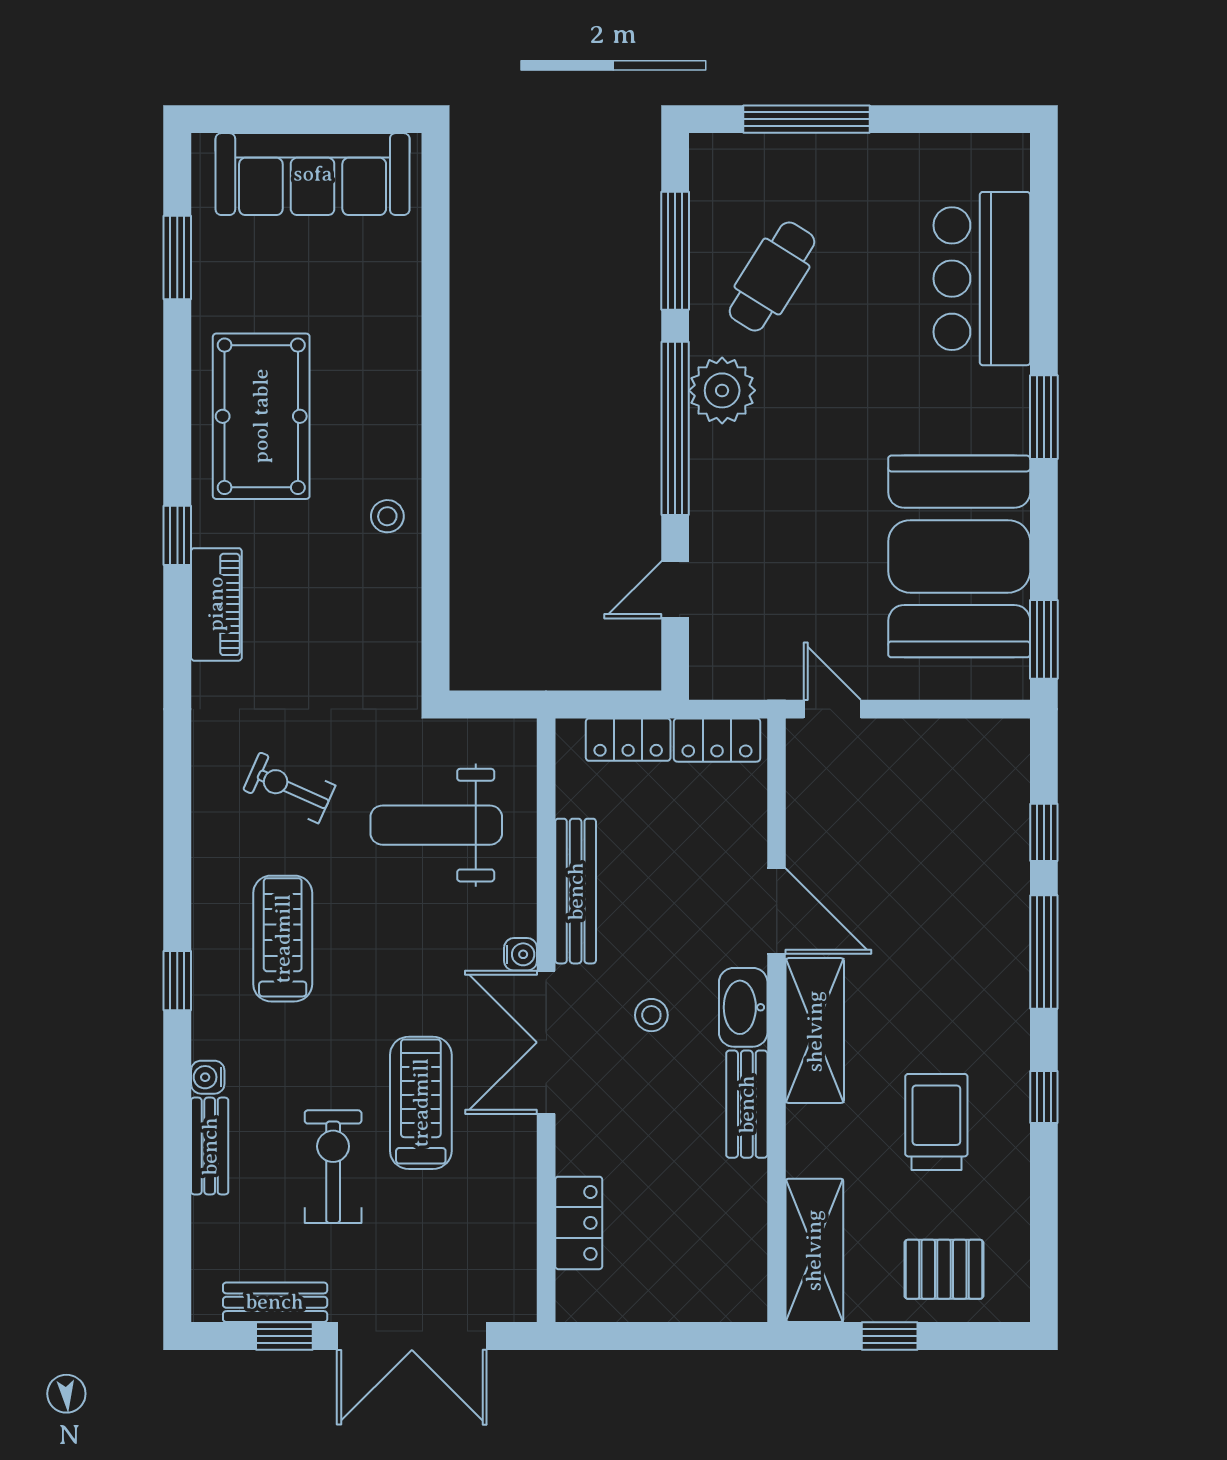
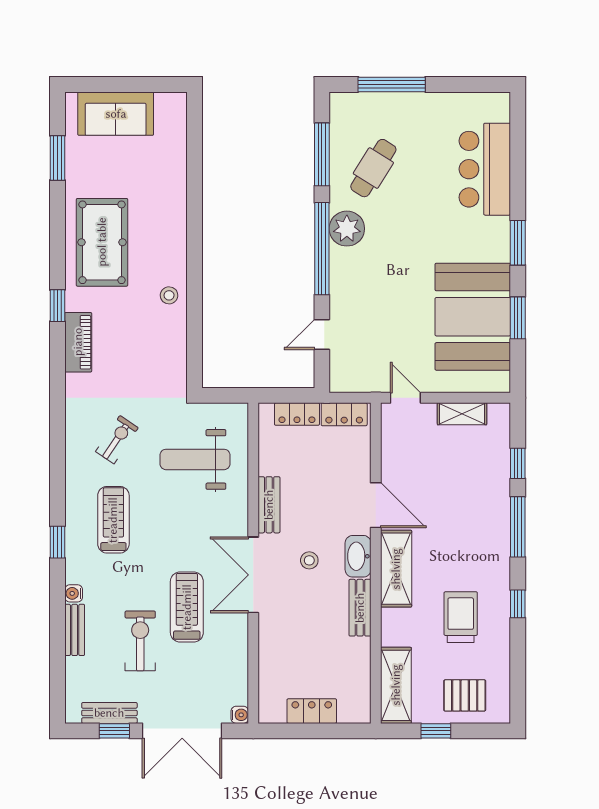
sofa: (313, 174) -> (116, 114), width x0.73
window: (1044, 639) -> (518, 318), moved
shelving: (939, 739) -> (462, 414), added
exercise bike: (289, 788) -> (117, 440), turned 100
bench: (576, 891) -> (269, 505), width x0.73
water cooler: (521, 954) -> (240, 715), moved
locker: (579, 1223) -> (312, 711), moved, turned -90

